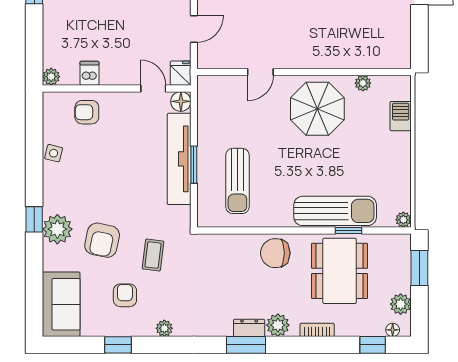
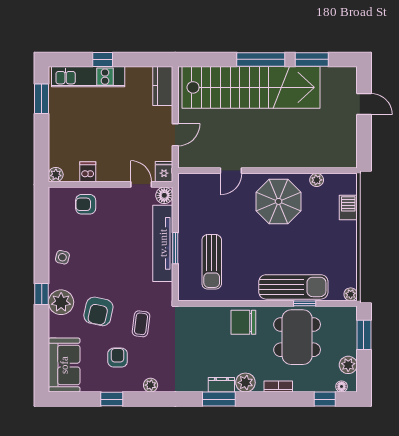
side table: (54, 153) -> (62, 257), moved

